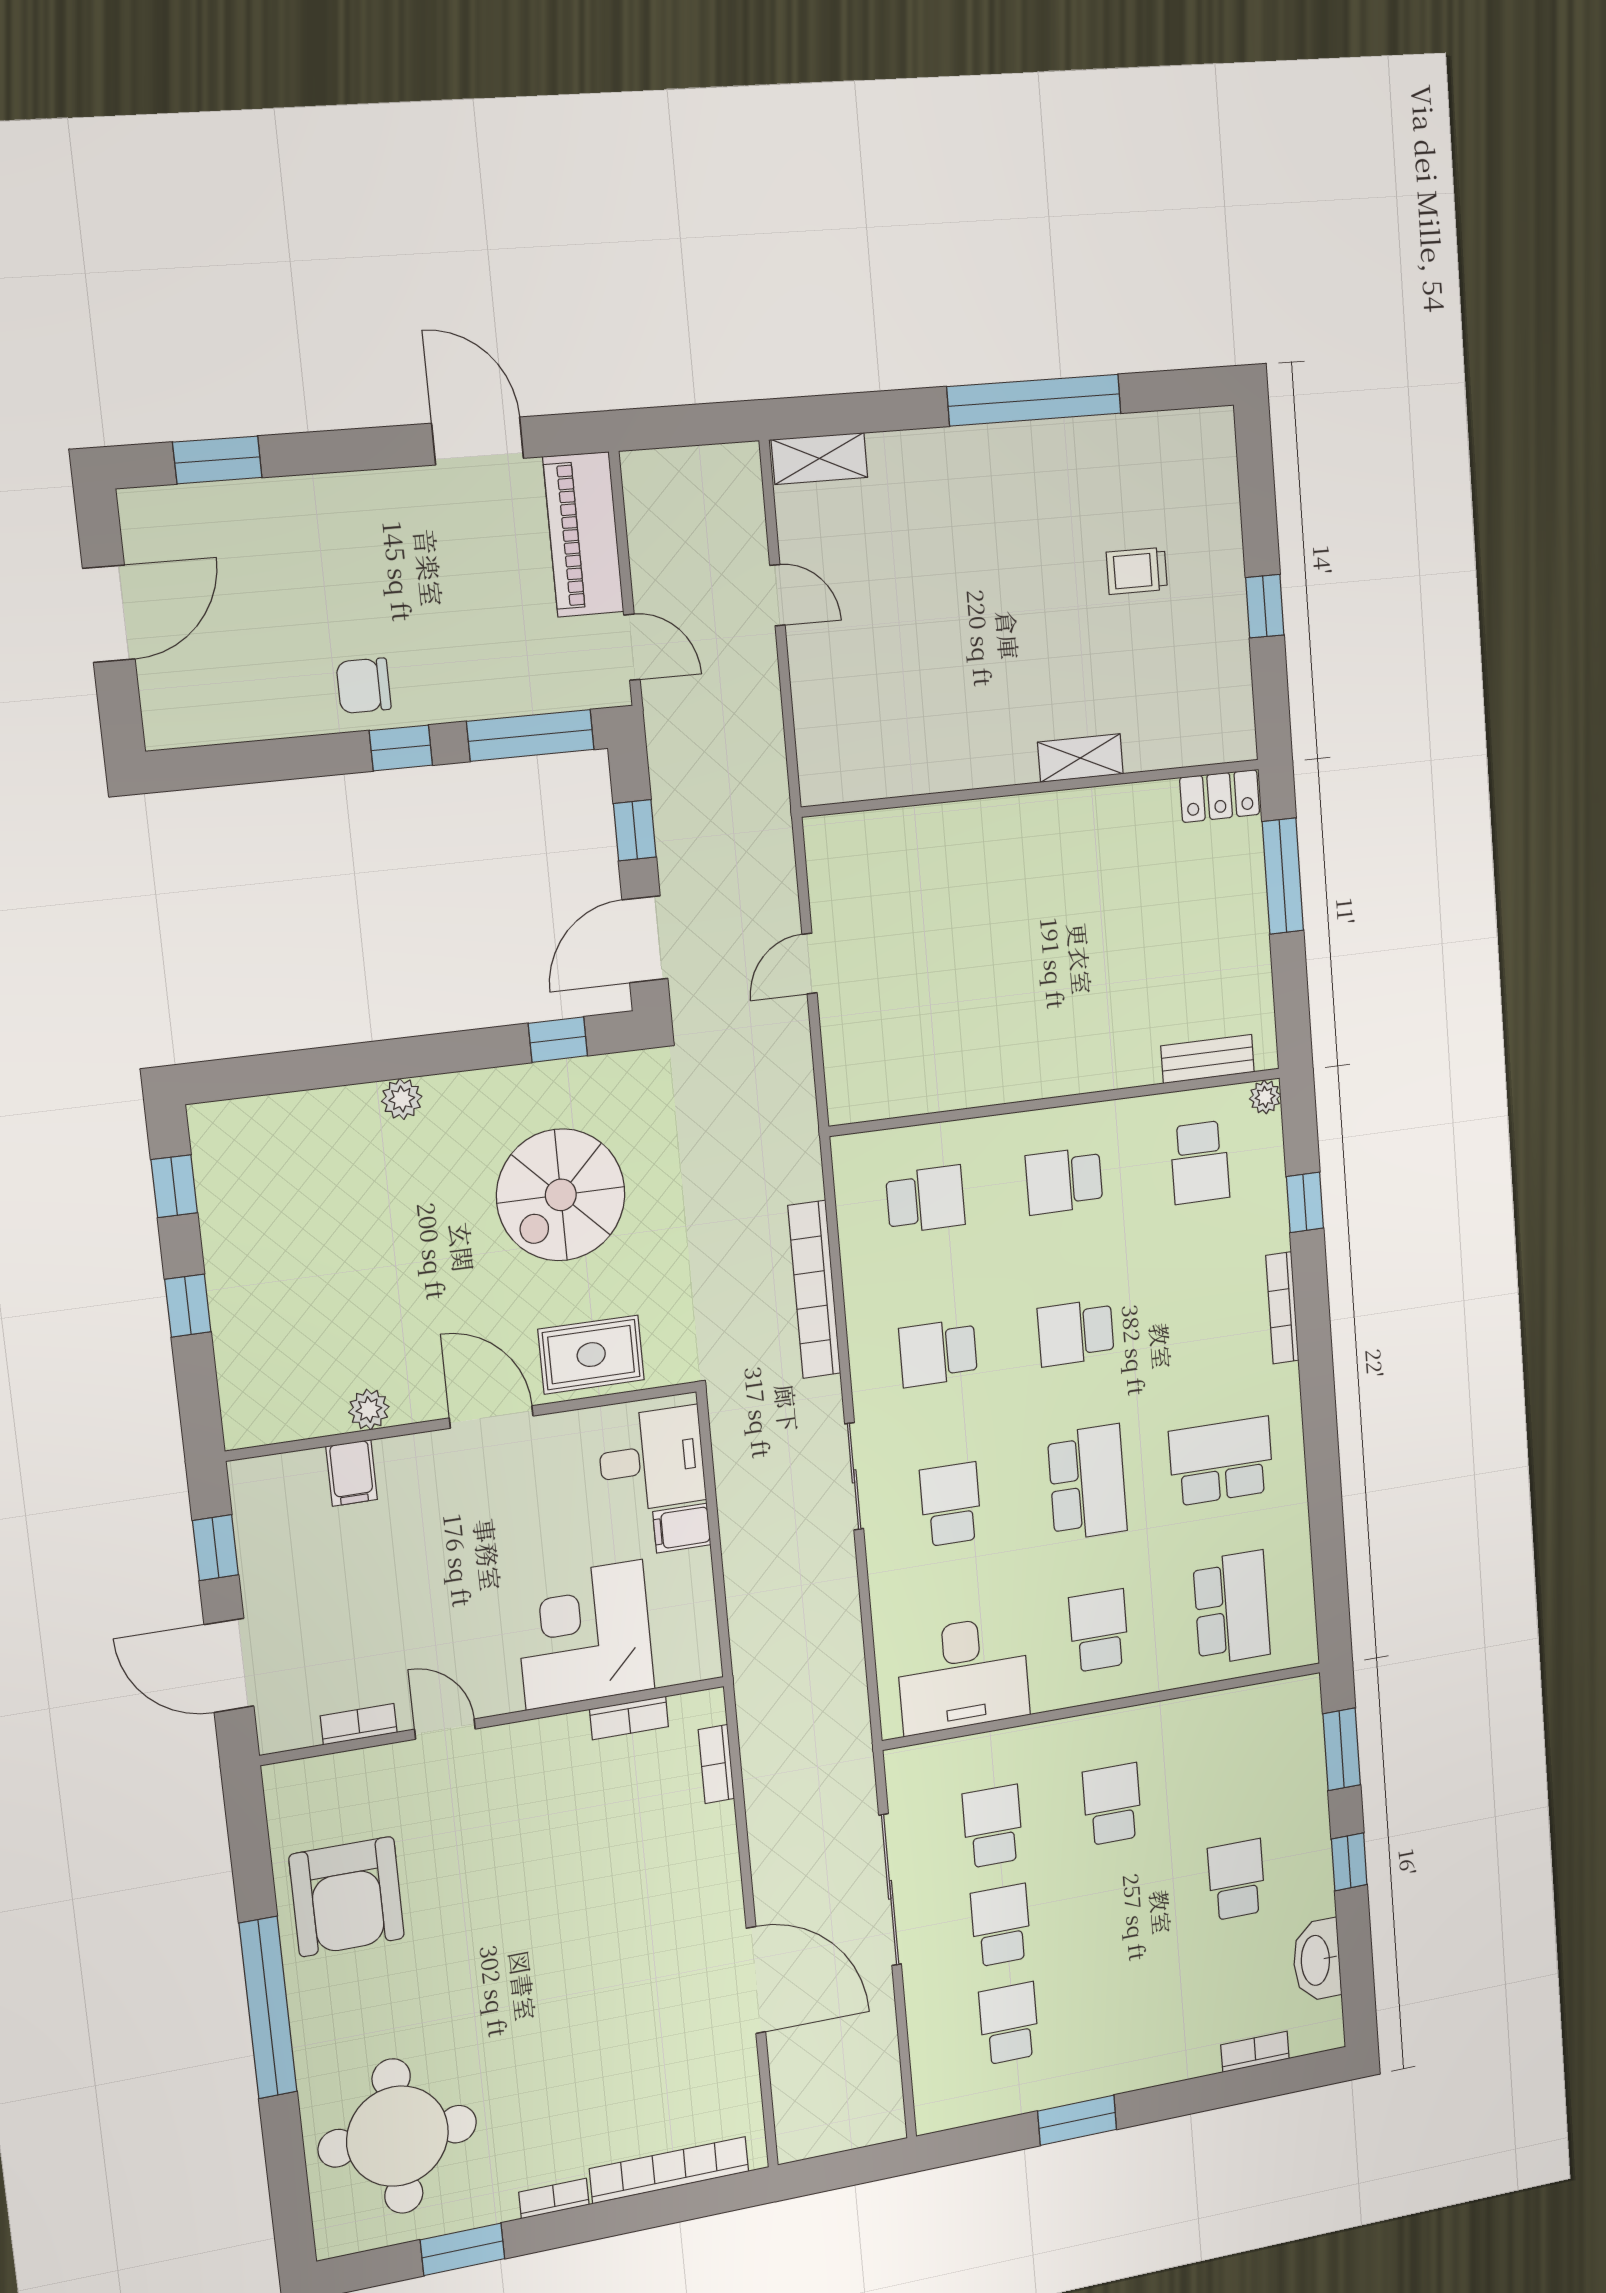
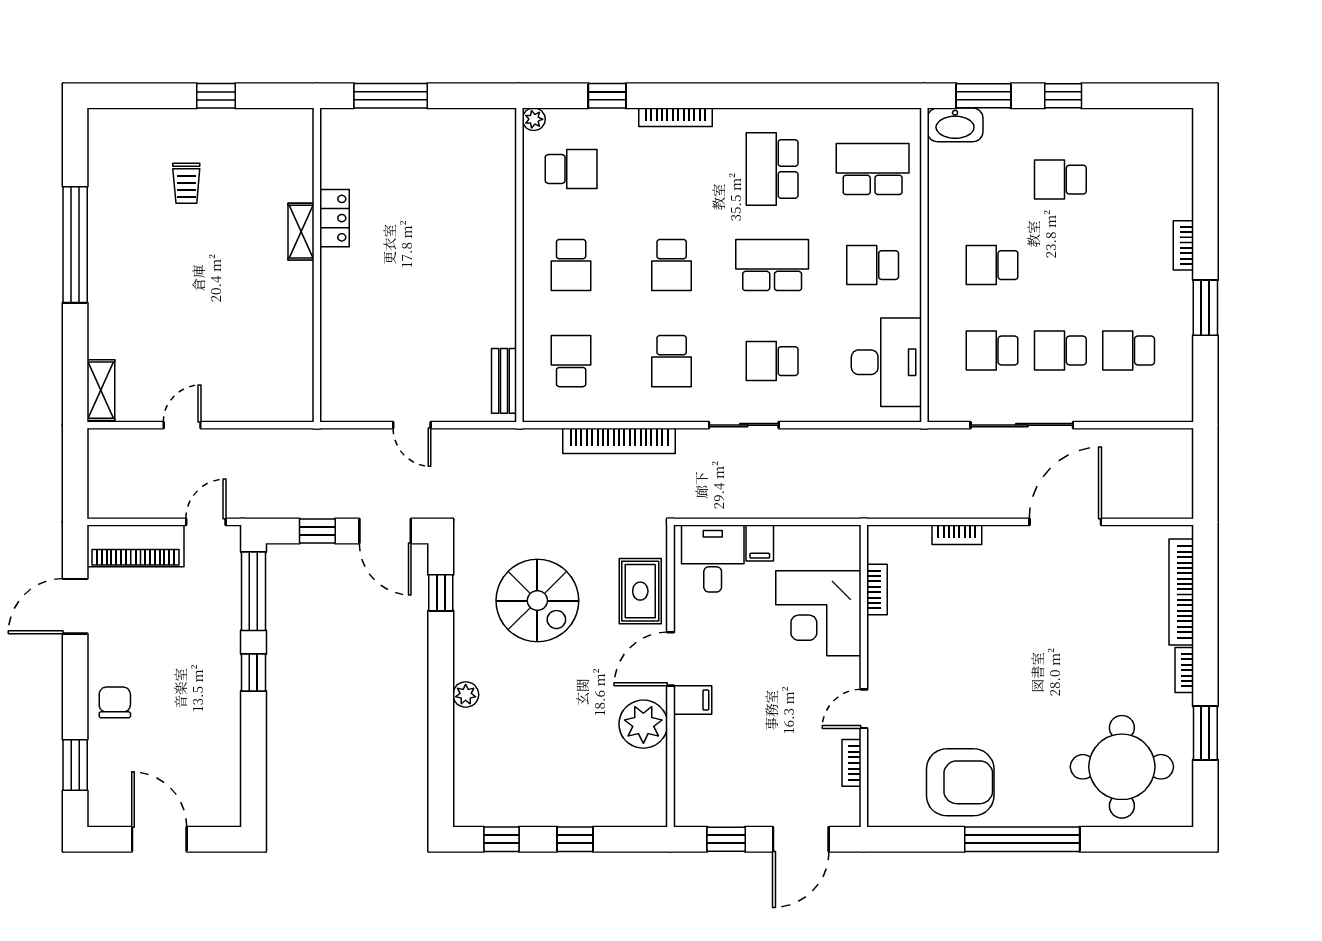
chair: (364, 686) -> (115, 702), moved, turned 180
locker: (1220, 796) -> (334, 218), moved
bench: (1208, 1059) -> (504, 381), moved
plant: (369, 1409) -> (643, 724), width x1.88, depth x1.88
filing cabinet: (352, 1473) -> (693, 700), moved
bookcase: (716, 1764) -> (957, 535), moved
washbasin: (1317, 1960) -> (955, 125), moved
bookcase: (1255, 2052) -> (1183, 245), moved

